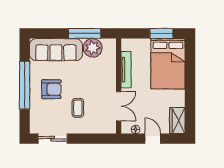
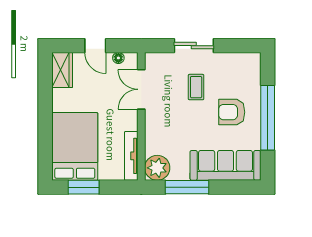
plant: (93, 48) -> (157, 168), moved
tv unit: (126, 70) -> (131, 156), moved
sliding door: (53, 139) -> (194, 46), moved

